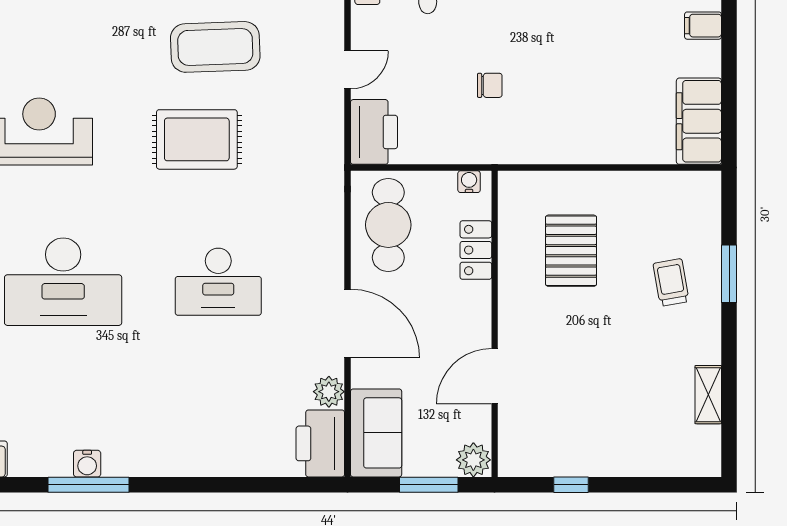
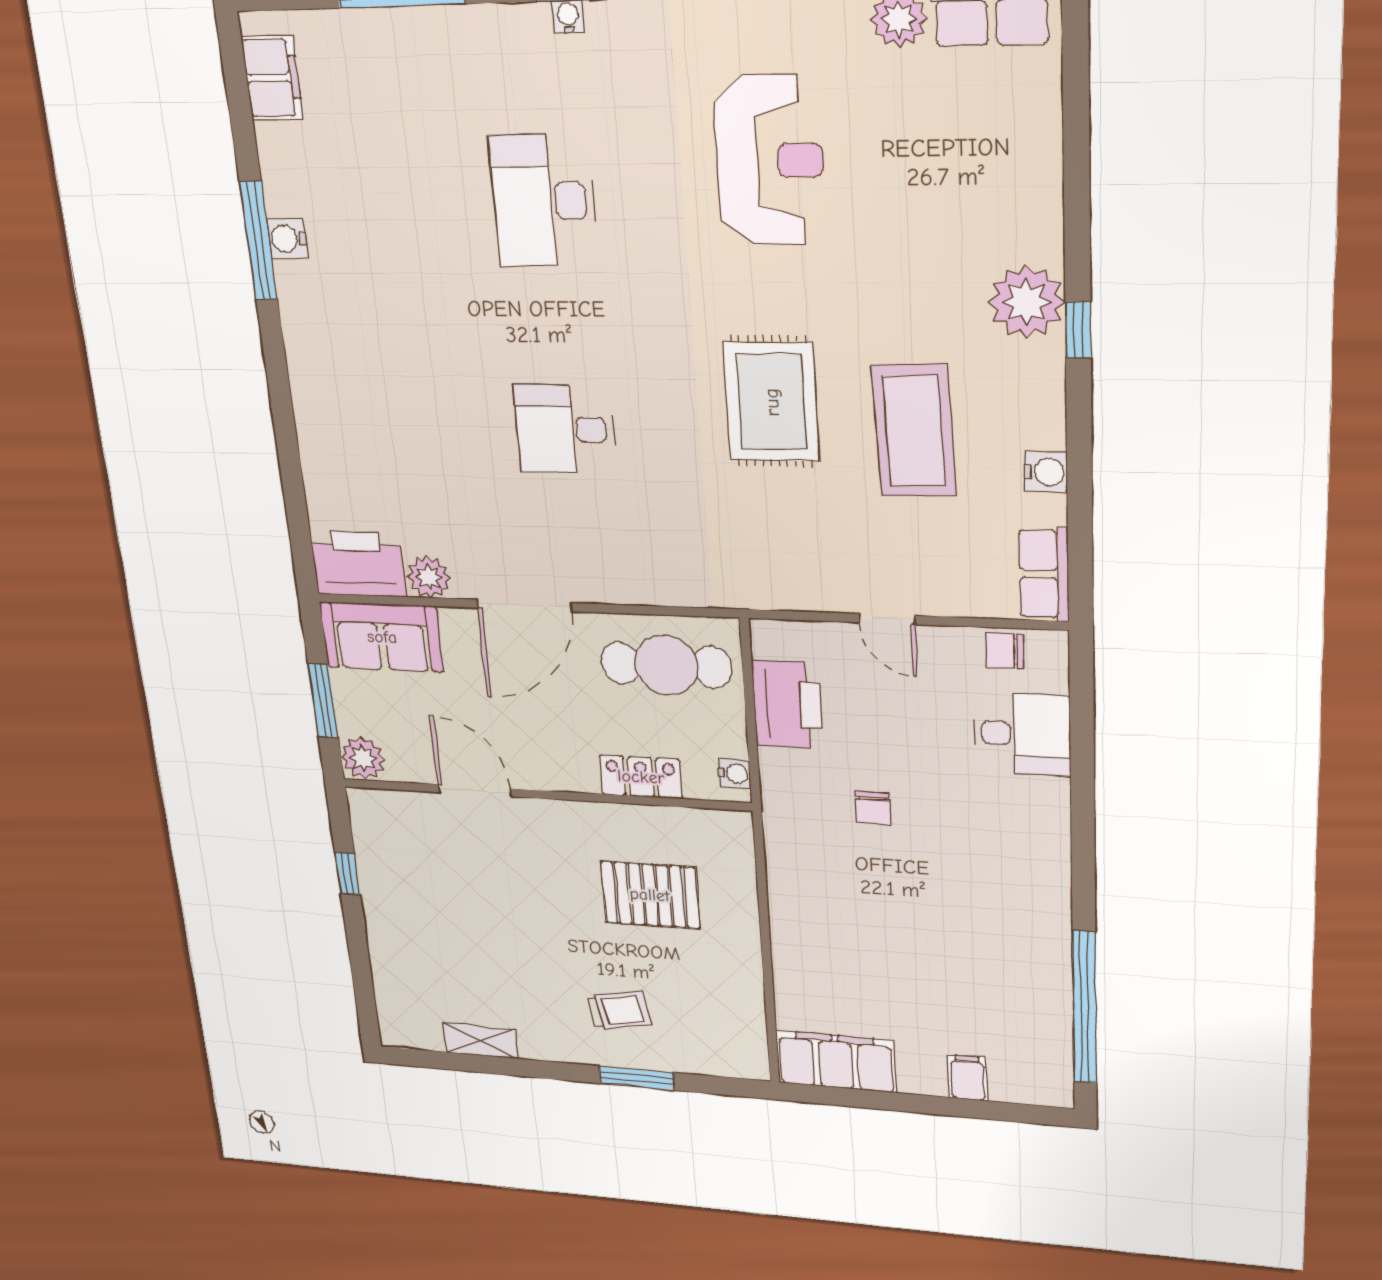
printer: (374, 132) -> (787, 704), moved, turned -90
desk: (63, 282) -> (544, 201), width x0.73, depth x0.77
desk: (218, 282) -> (565, 429), width x0.73

